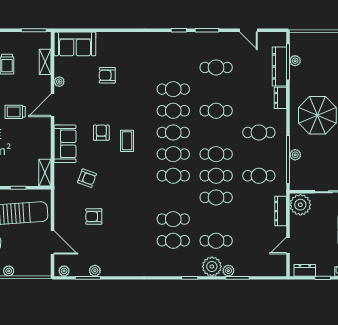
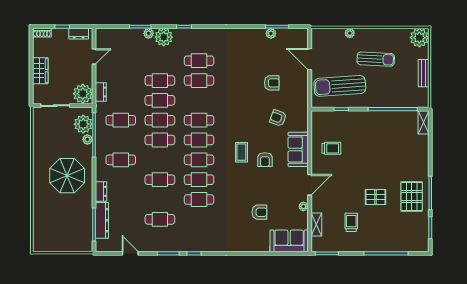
plant: (295, 61) -> (83, 124), moved, width x1.87, depth x1.87
trolley: (15, 112) -> (331, 148), moved
shelving: (45, 173) -> (317, 123), removed
dresser: (281, 211) -> (101, 92), width x0.70
cafe table: (216, 241) -> (160, 81), moved
plant: (64, 271) -> (299, 33), removed

